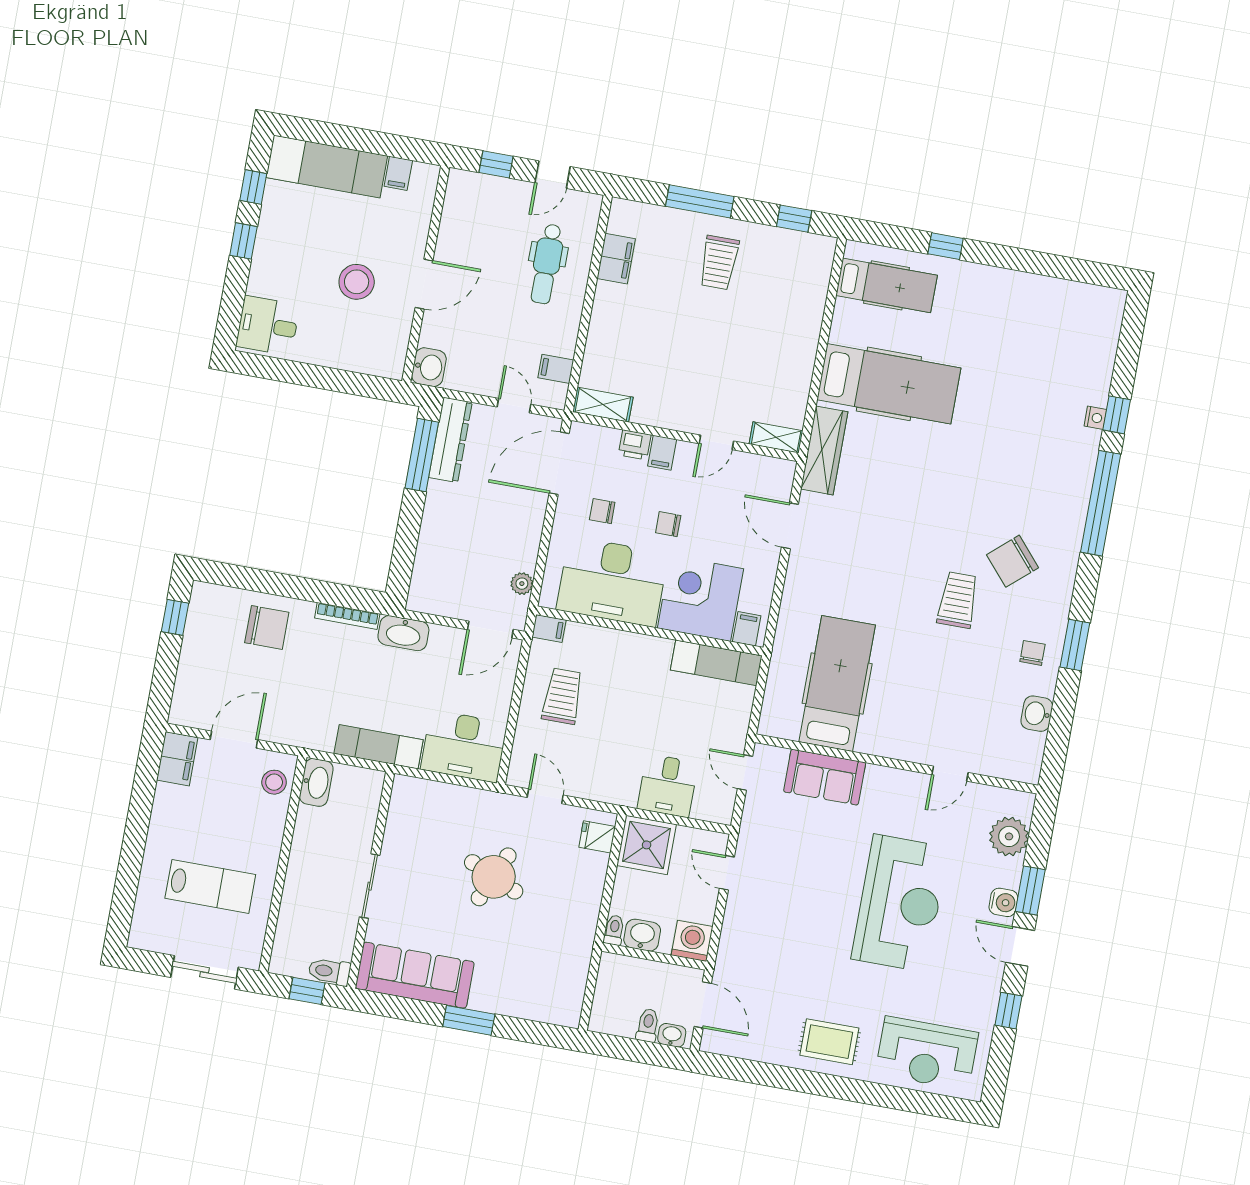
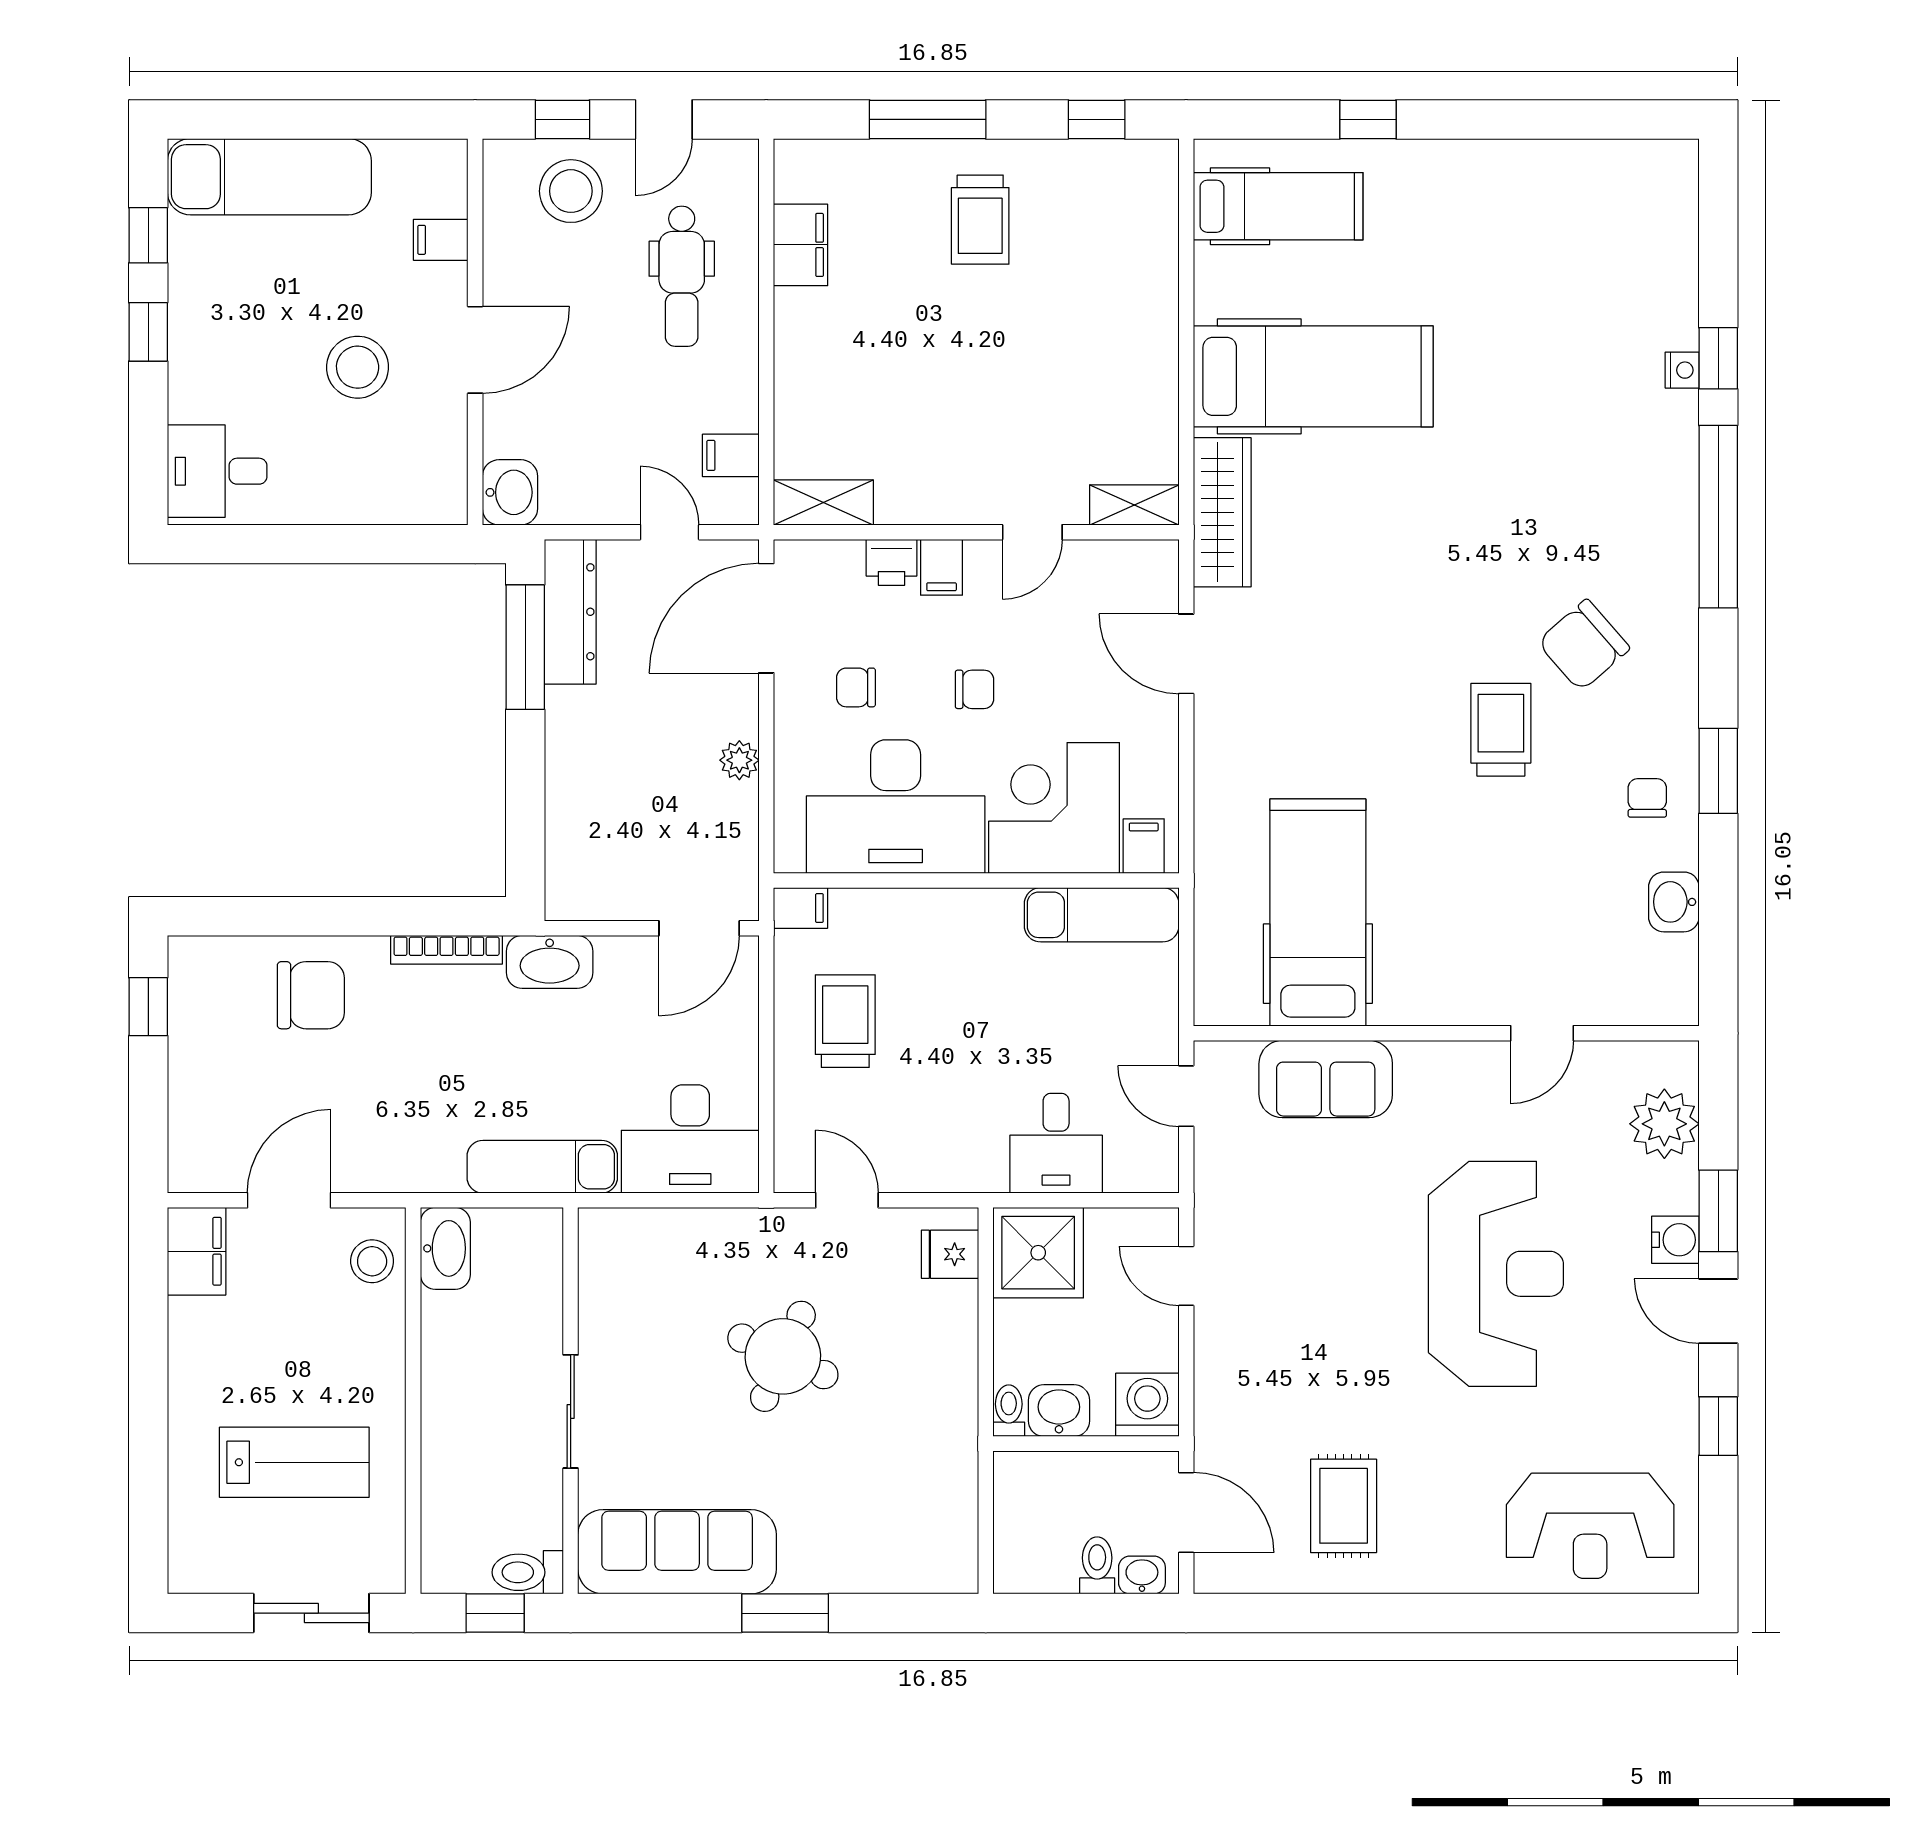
filing cabinet: (398, 173) -> (441, 240), moved, turned 90
stool: (493, 205) -> (571, 191), added
chair: (668, 524) -> (974, 689), turned 180
plant: (522, 584) -> (739, 760), moved
rug: (829, 1042) -> (1344, 1506), moved, turned 90

